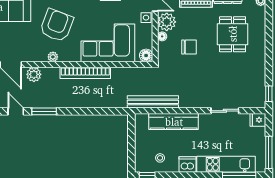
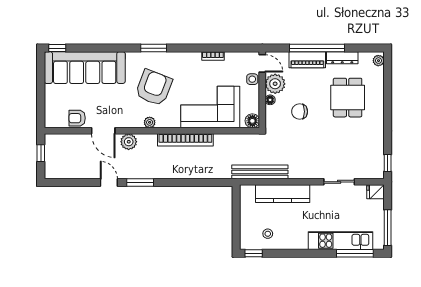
chair: (189, 47) -> (300, 112), turned 180
dishwasher: (188, 165) -> (298, 241), removed

